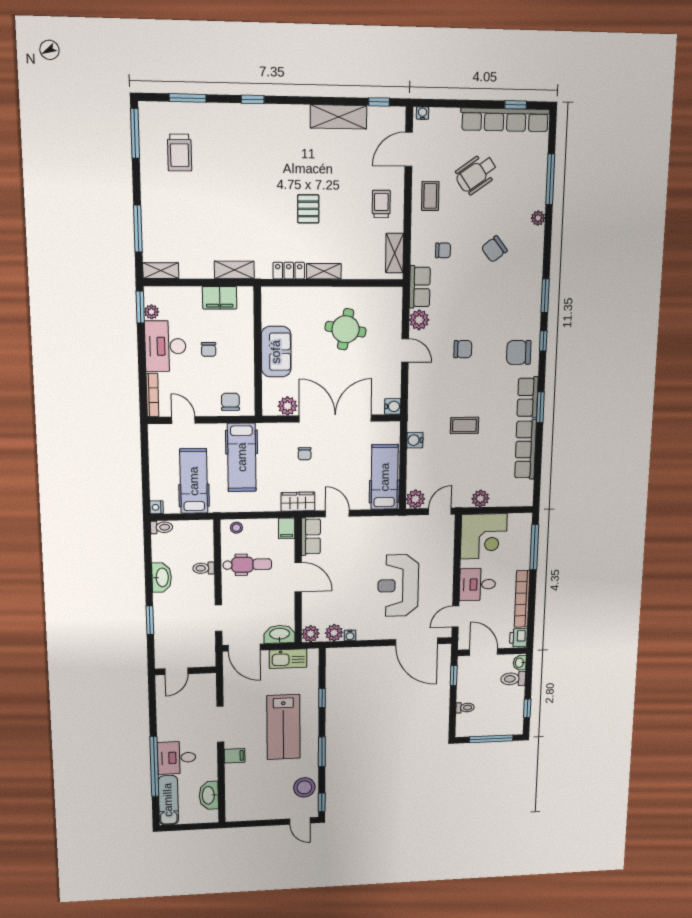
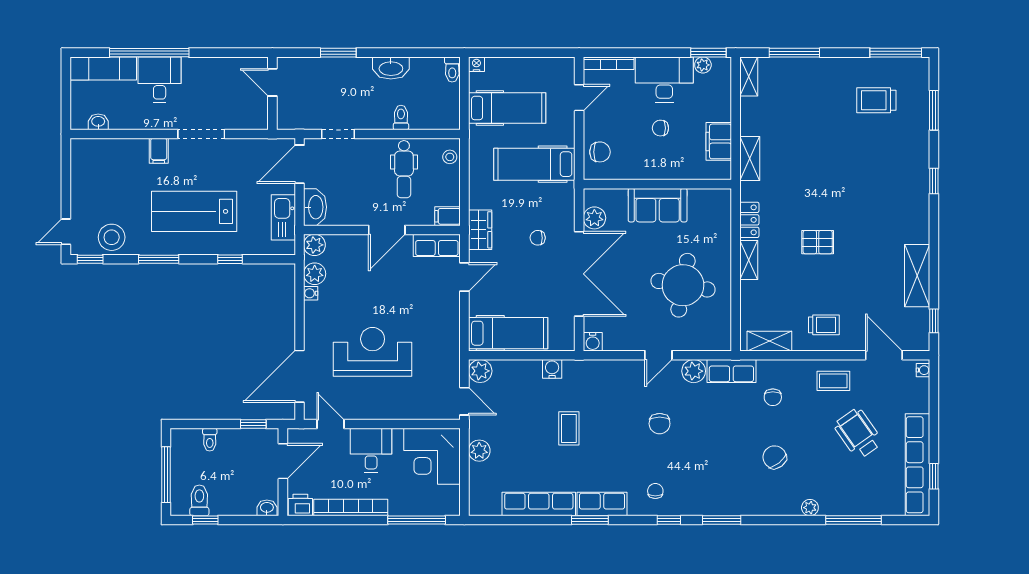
round table: (346, 329) -> (683, 285), width x1.36, depth x1.36
chair: (519, 352) -> (655, 491), width x0.54, depth x0.54
toilet: (513, 679) -> (199, 500), moved
washbasin: (209, 795) -> (98, 122), width x0.52, depth x0.69

